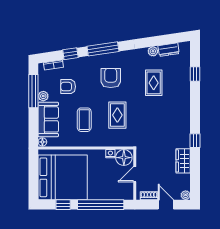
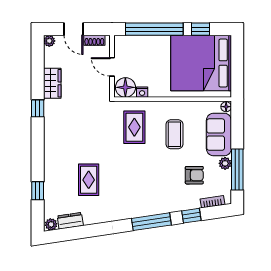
plant: (153, 51) -> (51, 224), moved
armchair: (111, 78) -> (142, 186), removed
rug: (117, 115) -> (134, 127), moved
door: (135, 174) -> (112, 67), swing flipped

